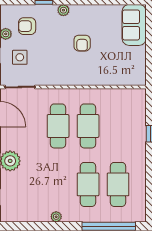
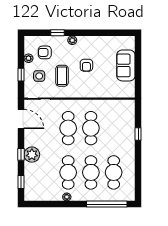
sofa: (134, 25) -> (126, 65), moved
coffee table: (50, 57) -> (62, 76), added
cafe table: (58, 184) -> (68, 172), added

